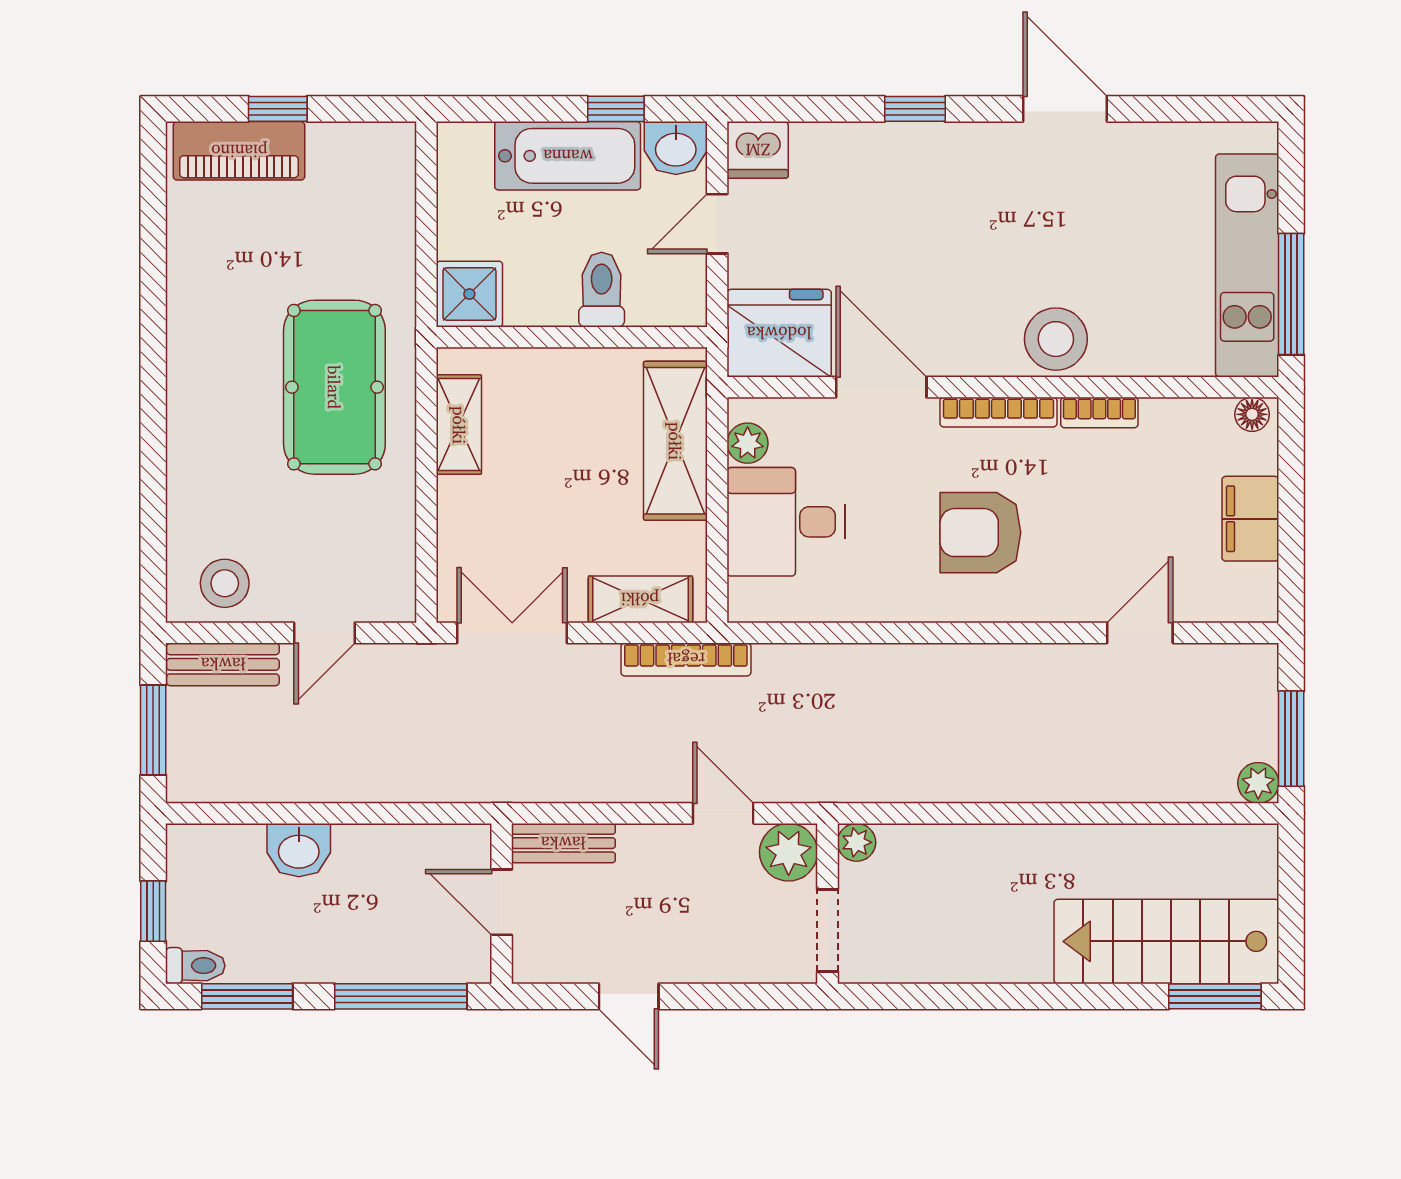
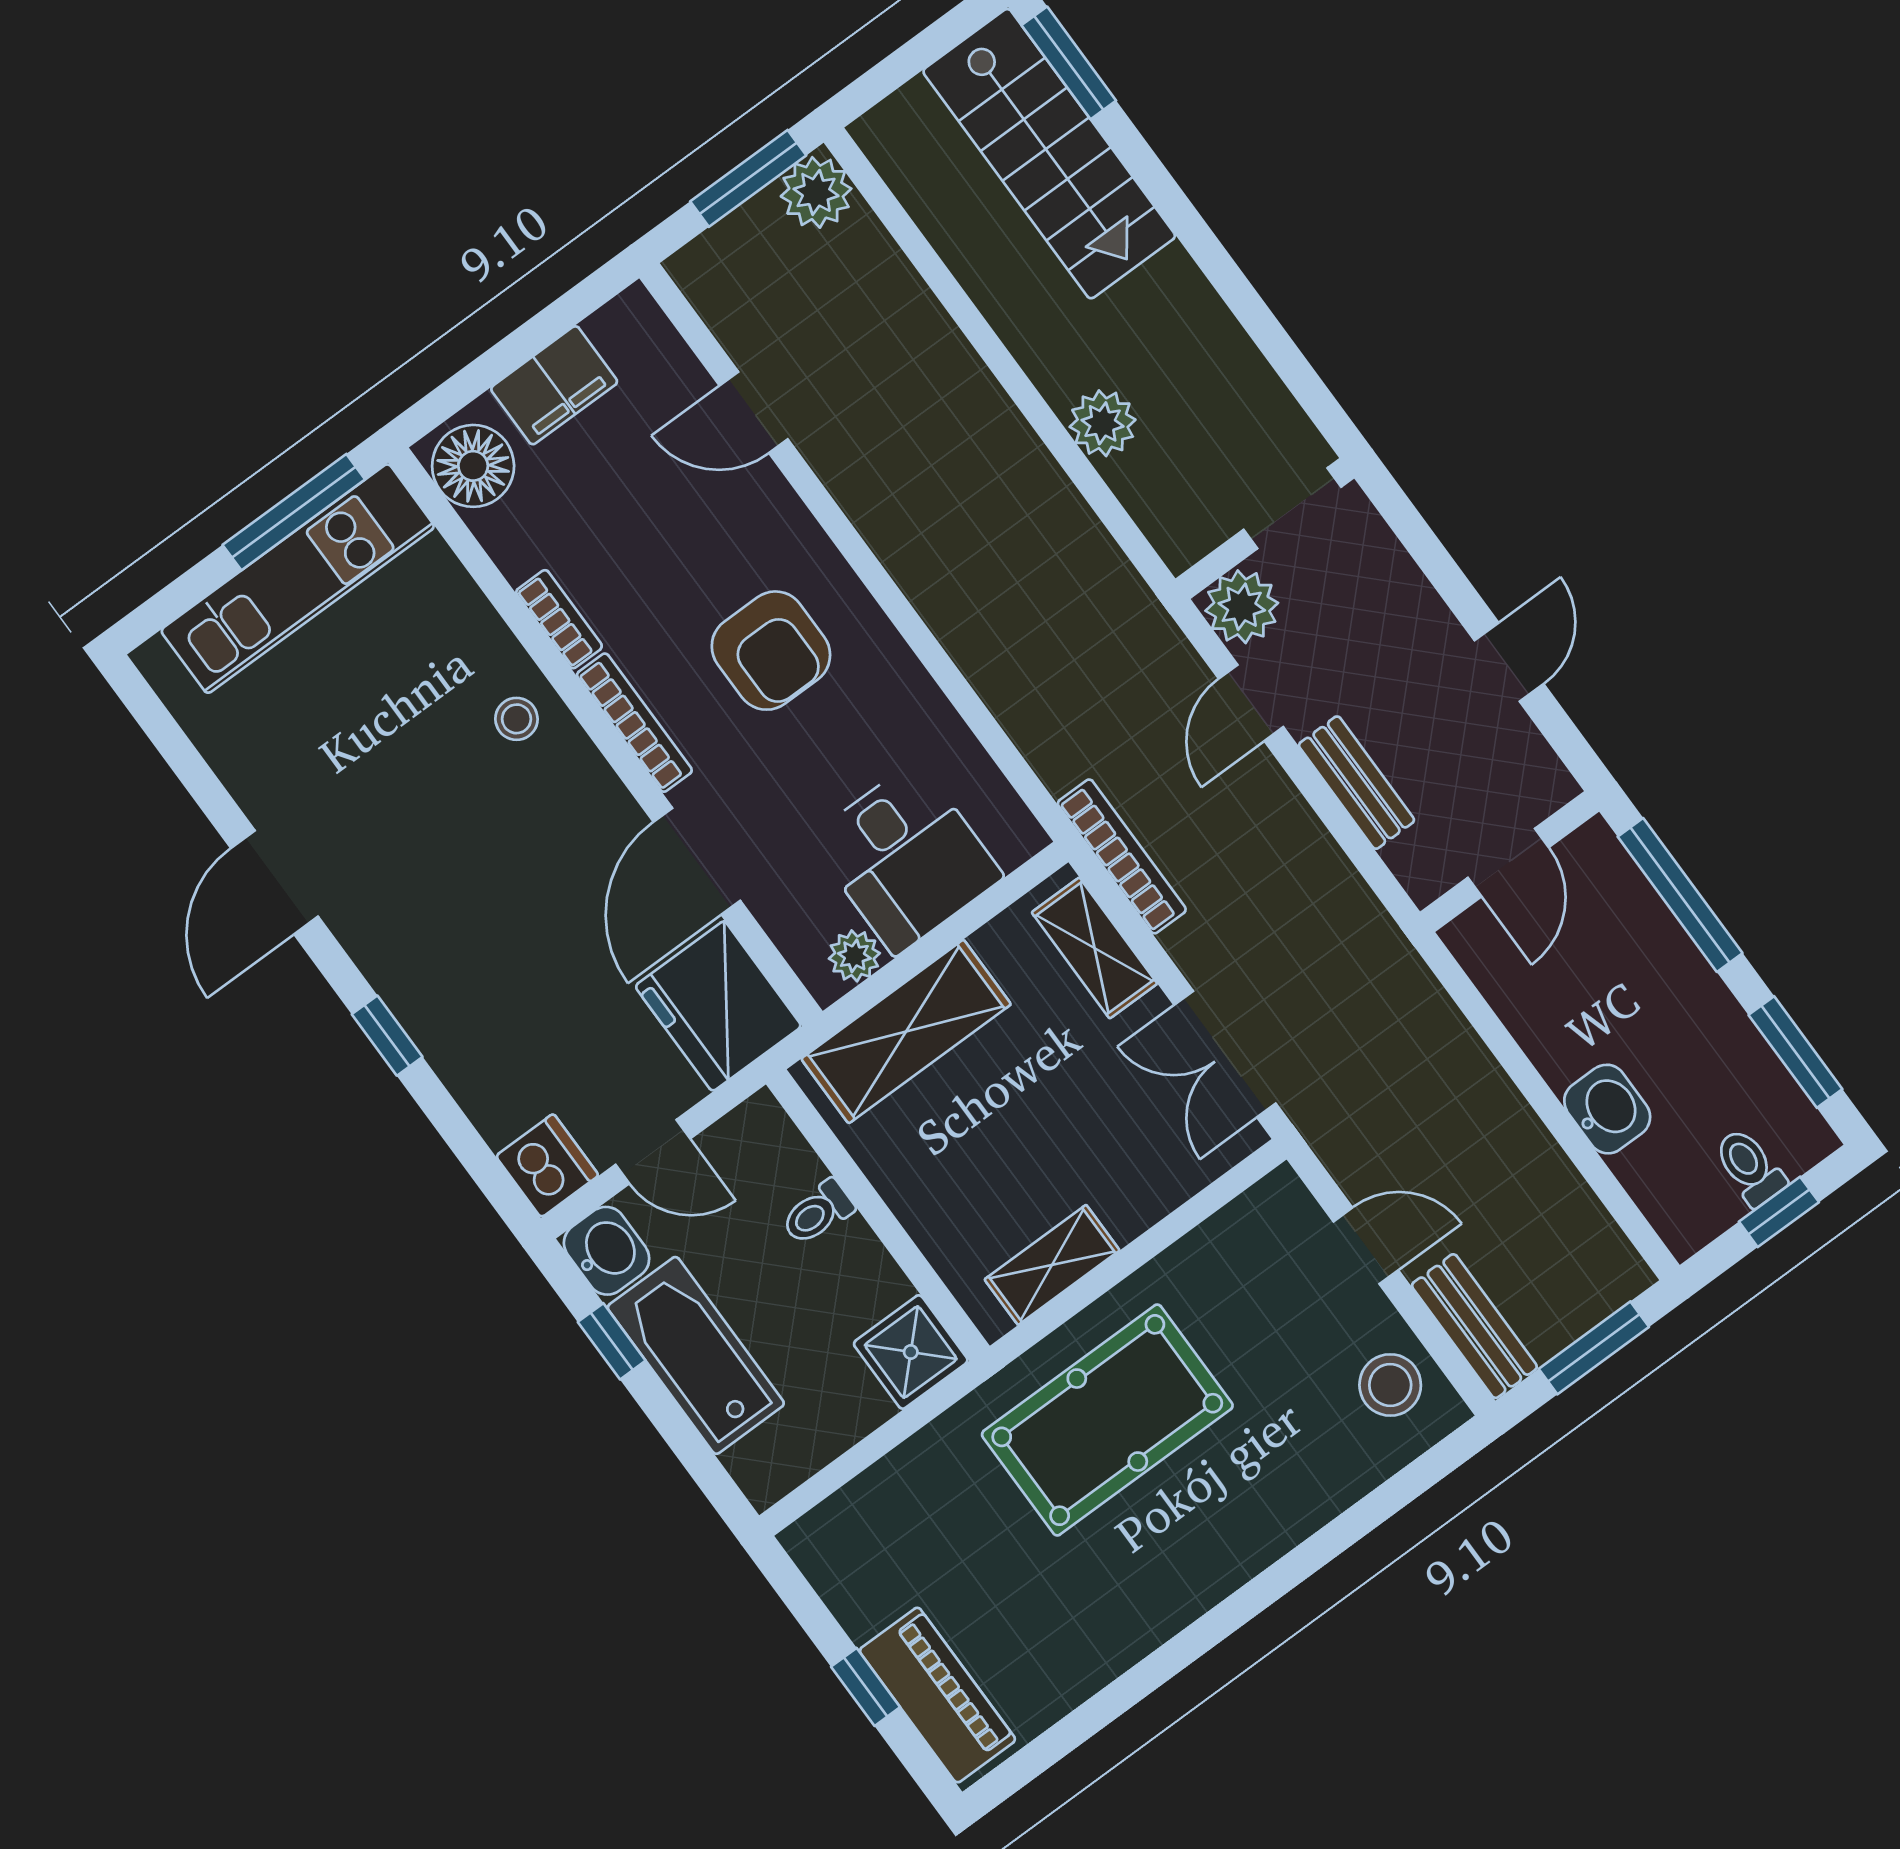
toilet: (602, 290) -> (818, 1212), width x0.73, depth x0.72
stool: (1056, 339) -> (516, 719), width x0.53, depth x0.53
floor lamp: (1252, 414) -> (473, 466), width x1.89, depth x1.89
plant: (1258, 783) -> (816, 192), width x1.38, depth x1.38
plant: (857, 842) -> (1103, 423), moved, width x1.38, depth x1.38
bench: (563, 843) -> (1356, 783), moved
toilet: (195, 966) -> (1750, 1167), moved

